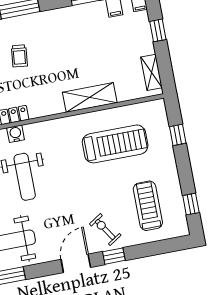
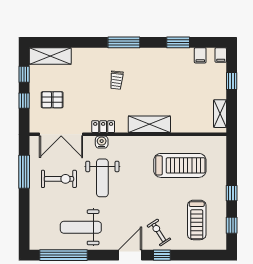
shelving: (90, 97) -> (149, 124), moved
window: (178, 135) -> (232, 193), moved
treadmill: (148, 206) -> (197, 220), turned 180

